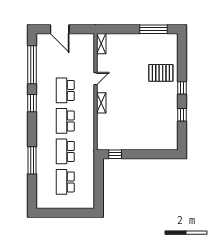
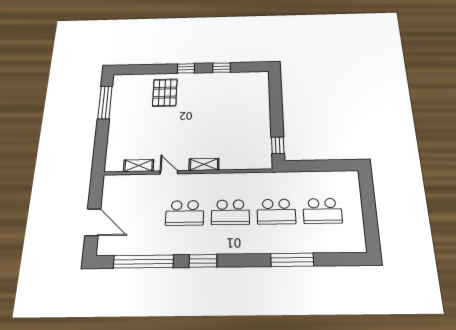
door: (60, 29) -> (93, 222), hinge flipped
shelving: (101, 44) -> (139, 166), moved

